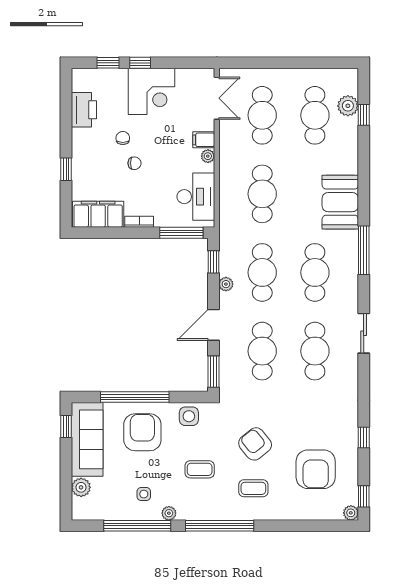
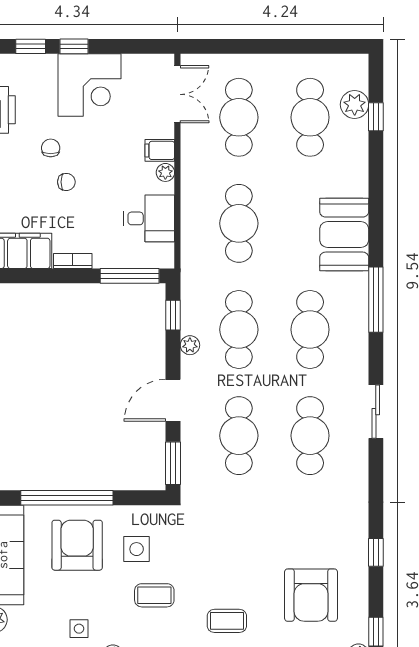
desk: (196, 197) -> (149, 218), width x0.73
side table: (189, 416) -> (137, 549), moved
armchair: (255, 444) -> (229, 561), removed

